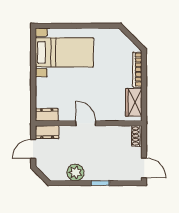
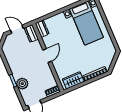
plant: (75, 173) -> (22, 84), moved

